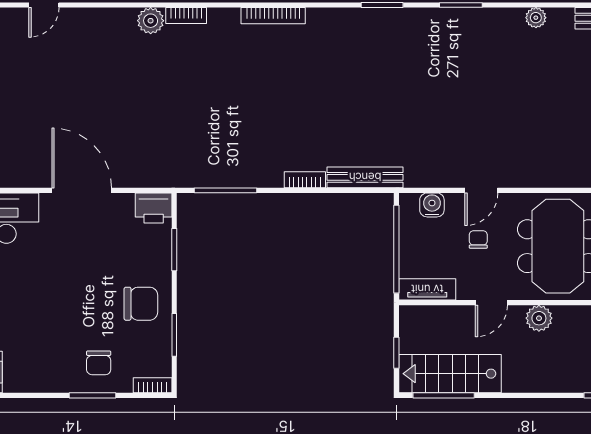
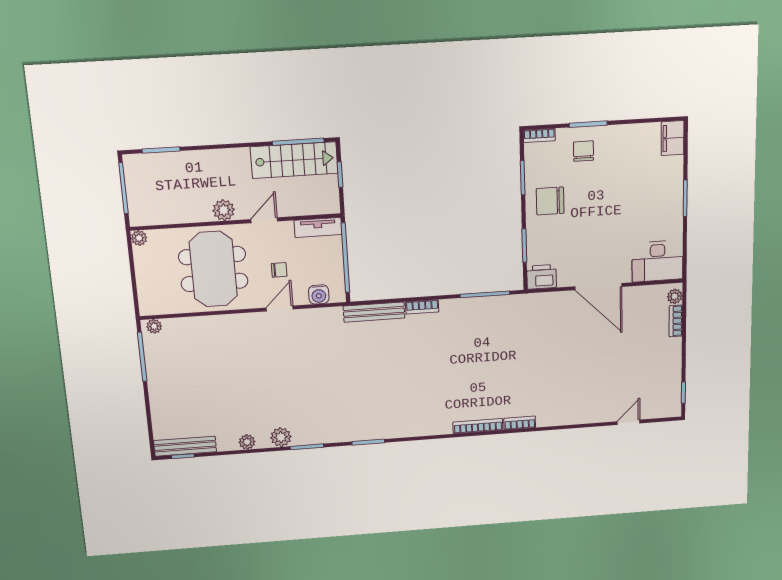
bookcase: (273, 16) -> (478, 426), moved
plant: (151, 21) -> (281, 437), moved
chair: (478, 240) -> (279, 270), turned -90

